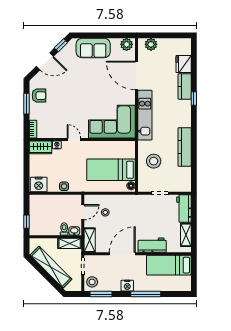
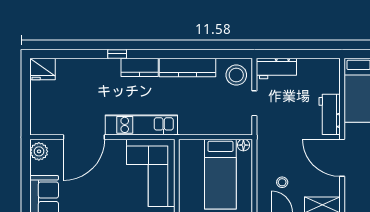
plant: (151, 44) -> (39, 116), removed
fridge: (184, 64) -> (43, 69), moved
kitchen counter: (185, 86) -> (140, 67), moved
stool: (154, 161) -> (236, 75), moved
shelving: (186, 235) -> (315, 66), removed

